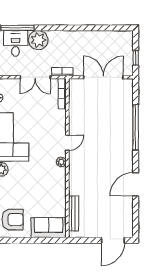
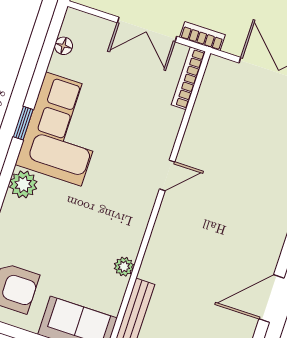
plant: (61, 162) -> (124, 267), moved

